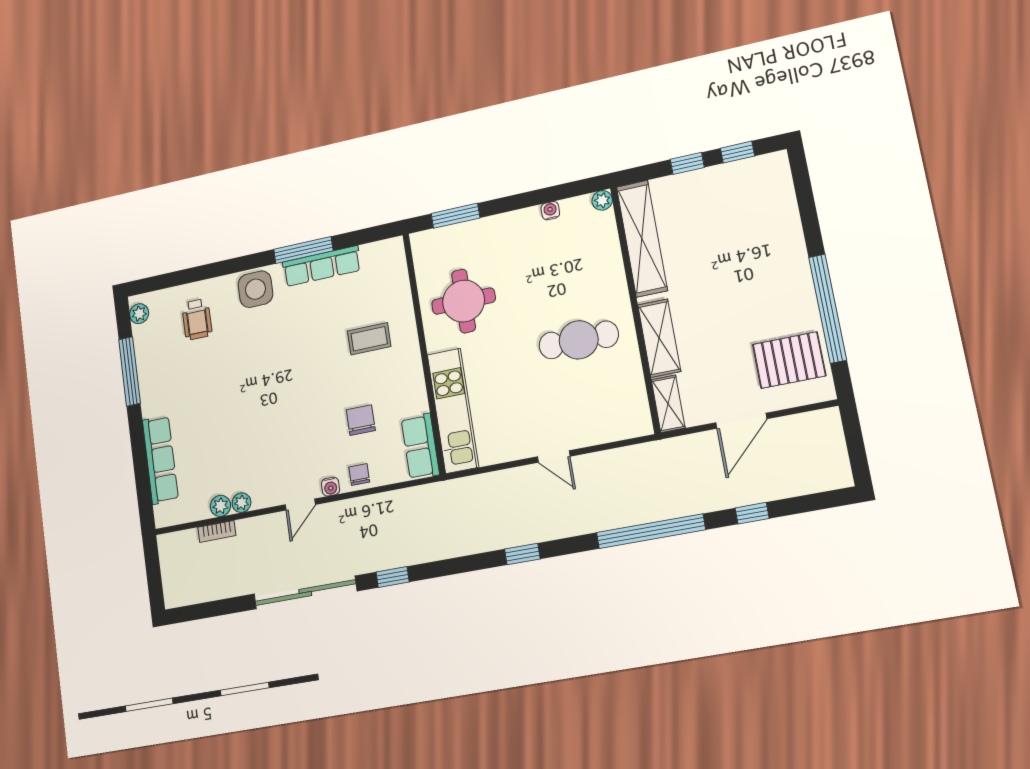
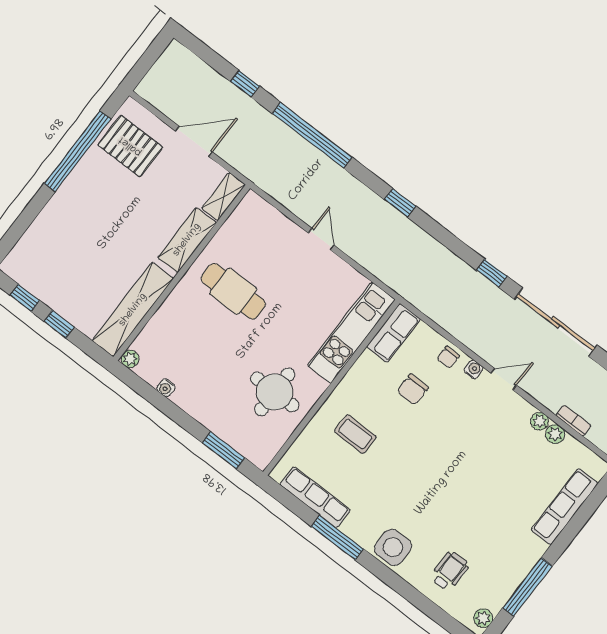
row of seats: (322, 266) -> (315, 497), moved

